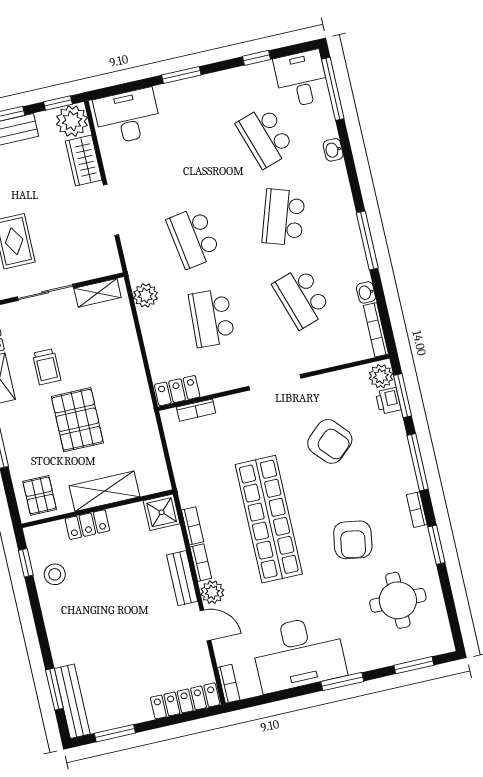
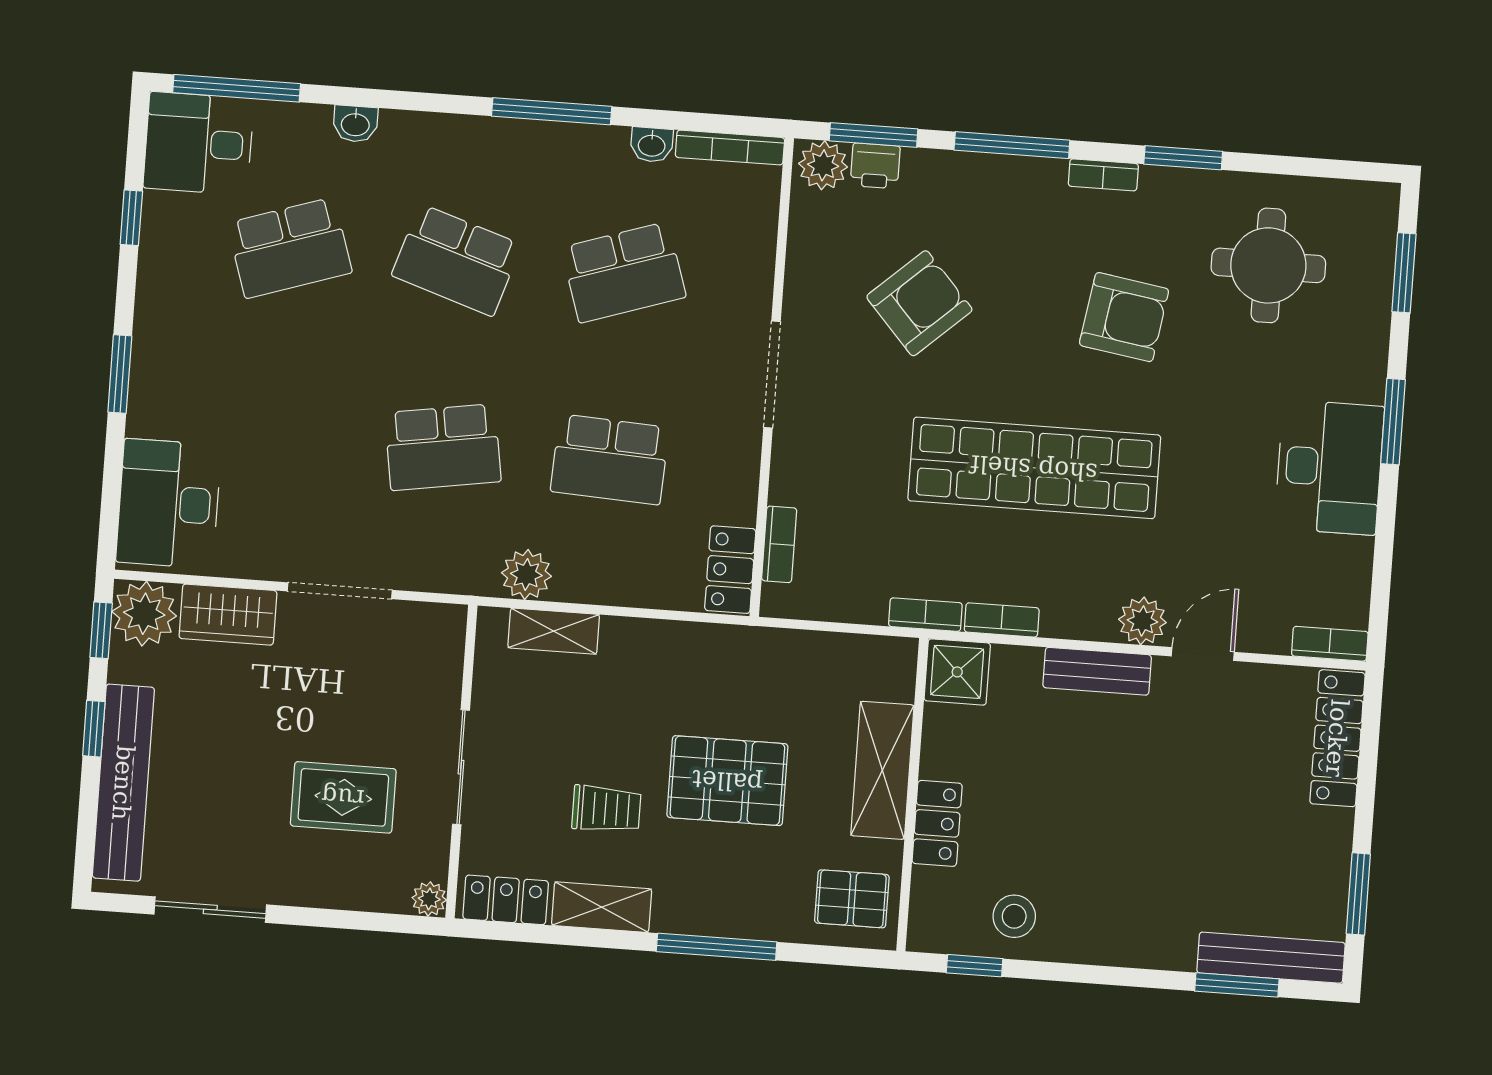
shelving: (98, 293) -> (554, 631), moved, turned 90
bookcase: (201, 563) -> (925, 615), moved
desk: (299, 653) -> (1329, 467), width x0.73, depth x0.77

